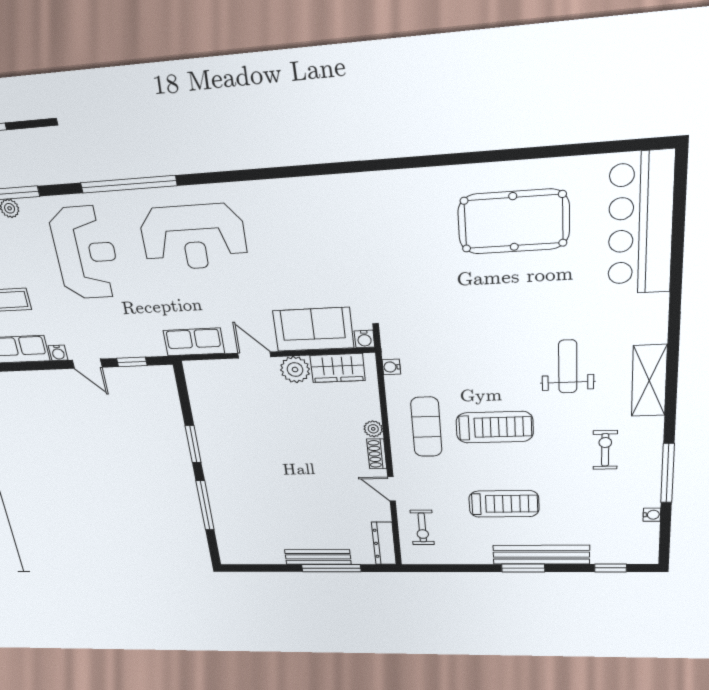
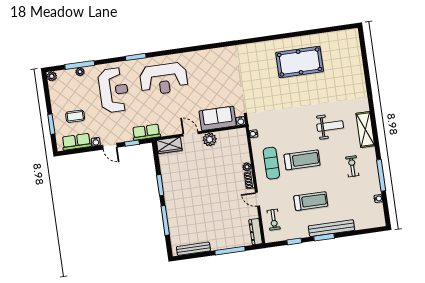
window: (129, 184) -> (136, 57), width x0.47
bar counter: (641, 224) -> (350, 59), removed
row of seats: (194, 342) -> (146, 132), moved
weight bench: (568, 367) -> (330, 126), turned 90
wardrobe: (338, 368) -> (169, 145), moved
bench: (318, 557) -> (193, 249), moved
window: (611, 568) -> (294, 241), moved

